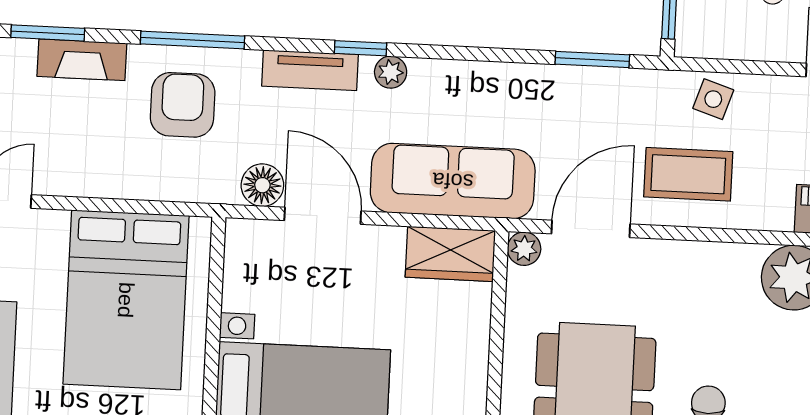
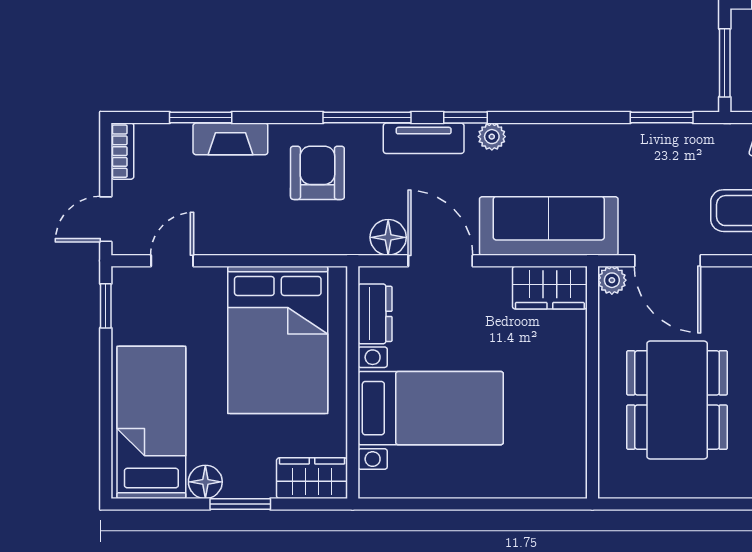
window: (192, 40) -> (367, 118), moved
door: (591, 229) -> (667, 261), swing flipped
dresser: (242, 275) -> (375, 314), added

